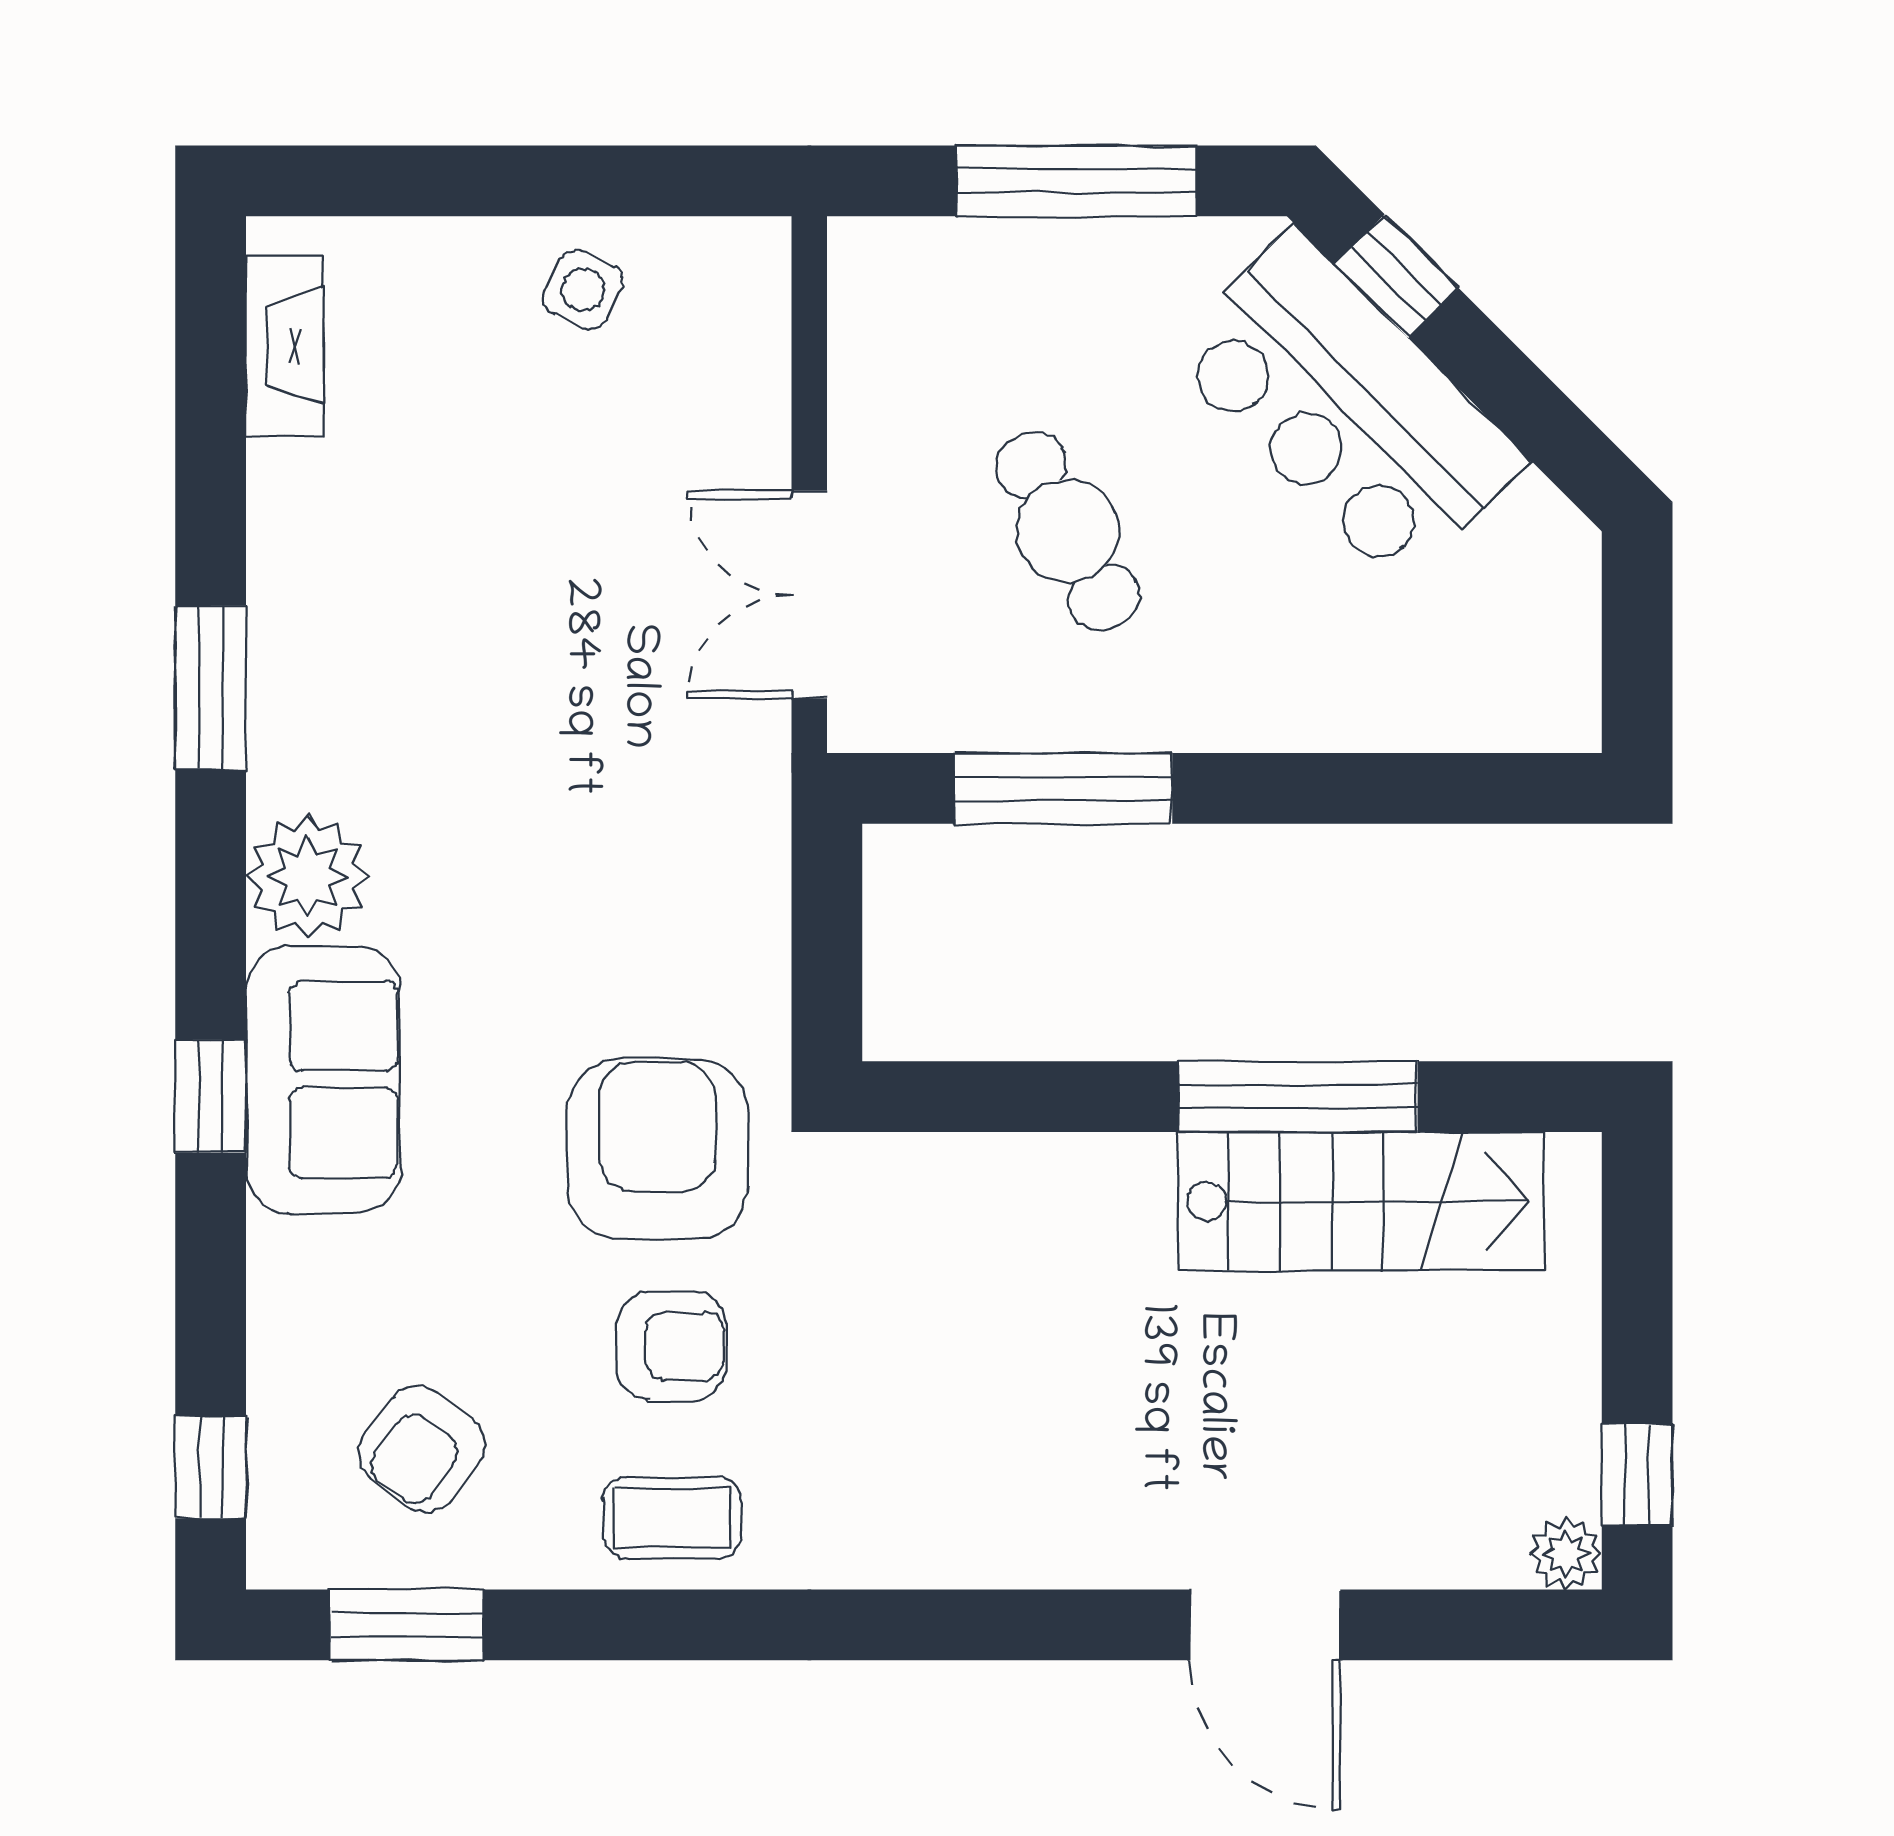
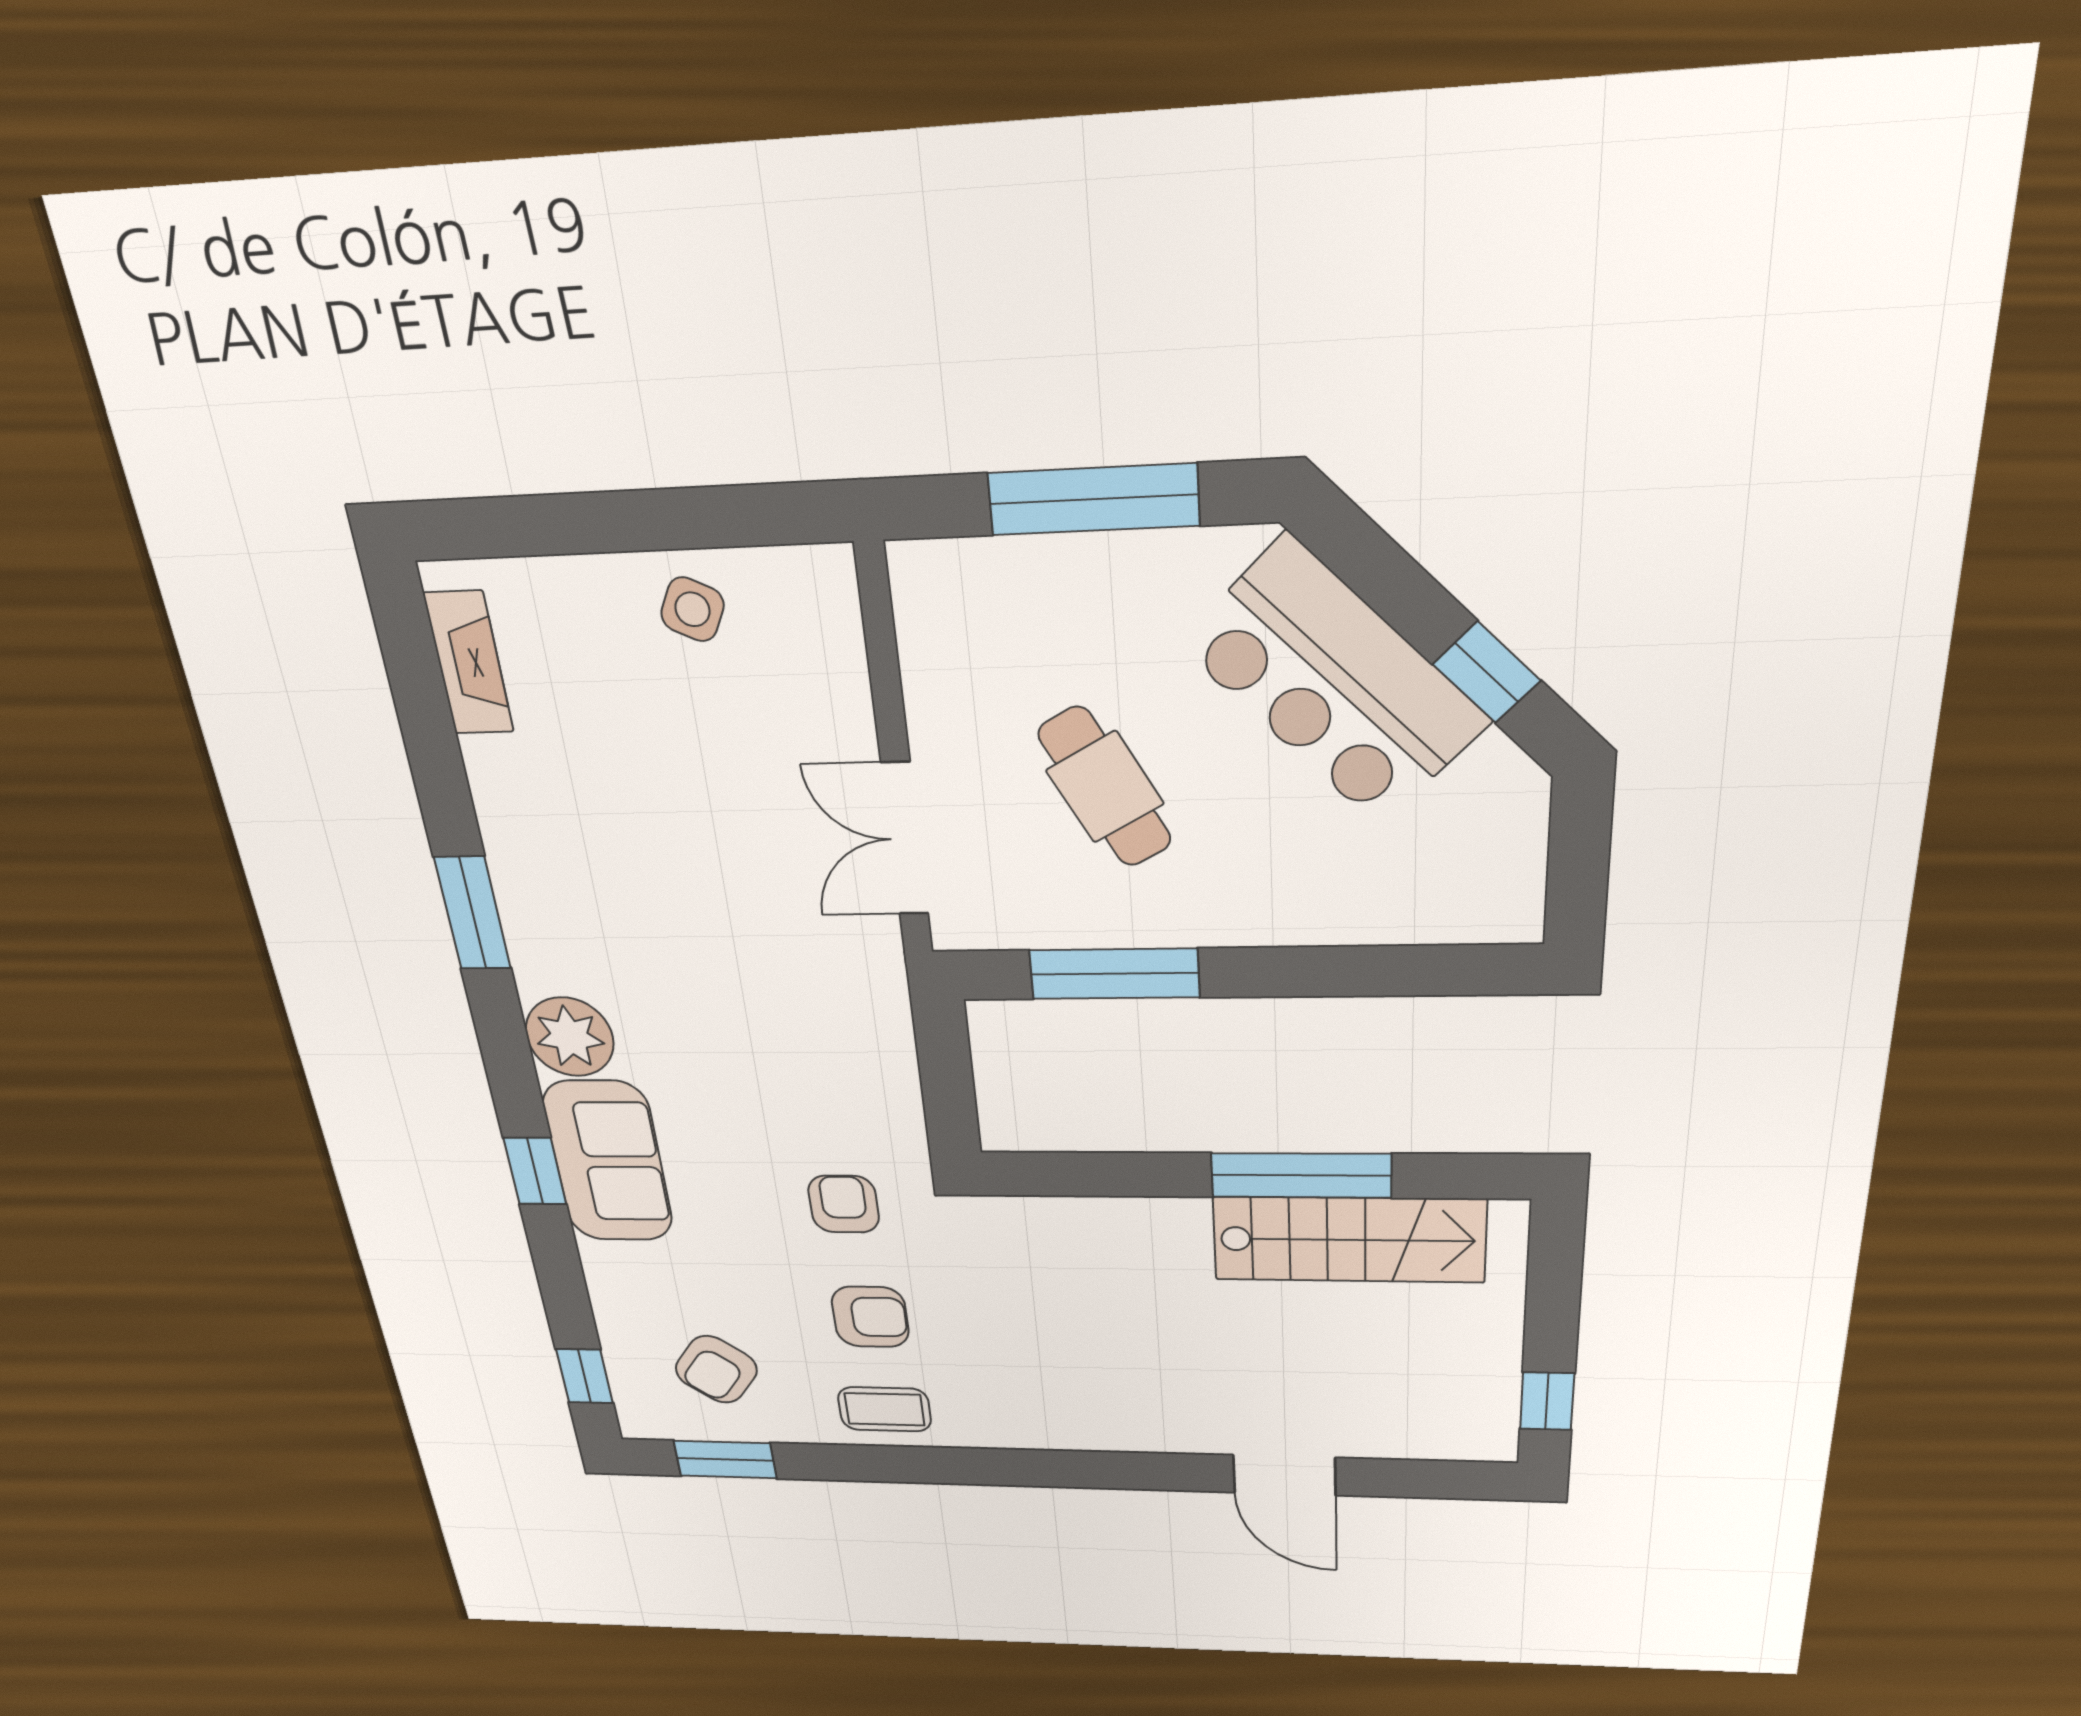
window: (1397, 276) -> (1487, 672), moved
armchair: (658, 1149) -> (844, 1204), width x0.53, depth x0.53
plant: (1566, 1554) -> (1494, 1443), removed

